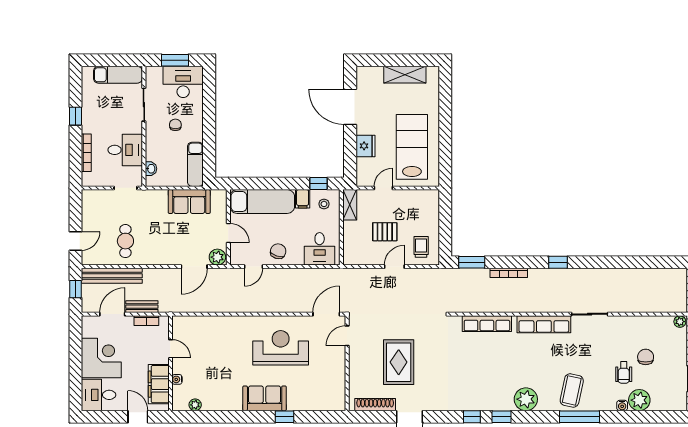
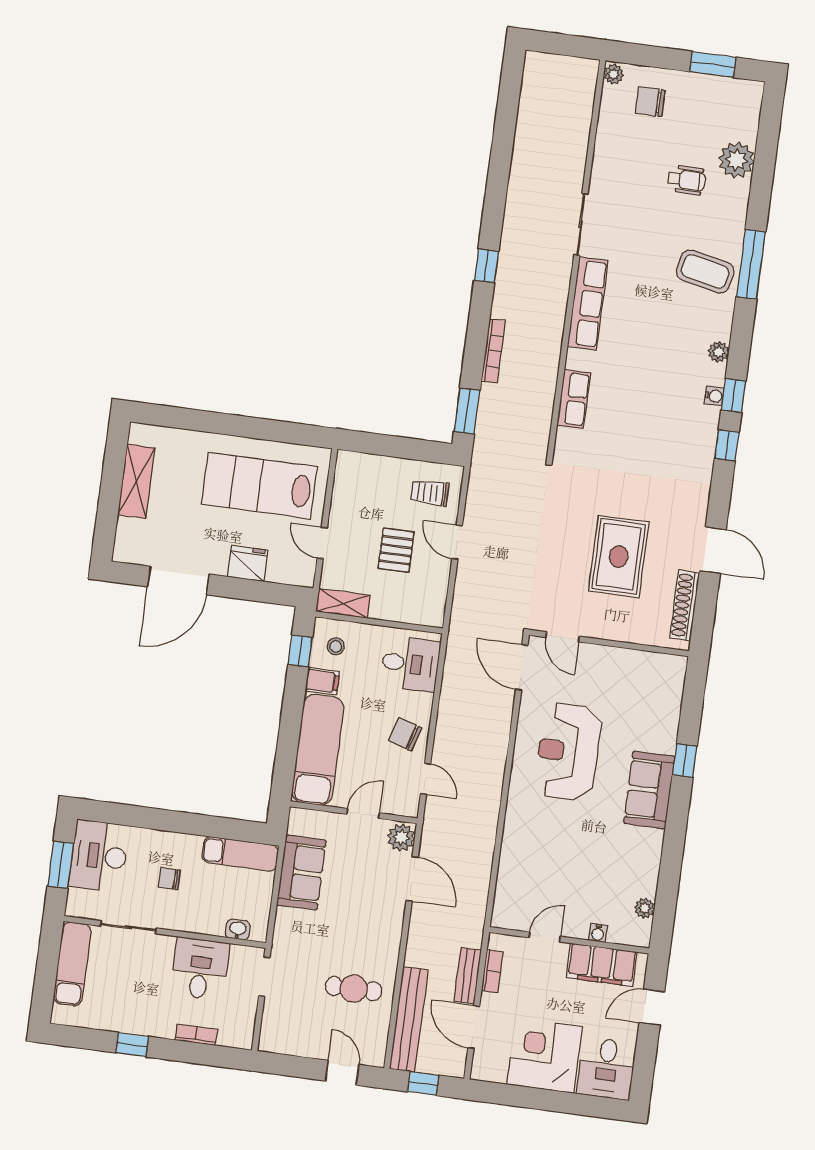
bookcase: (86, 153) -> (196, 1035), width x0.64
row of seats: (487, 324) -> (574, 399), width x0.68
chair: (646, 357) -> (650, 102), moved
rug: (399, 362) -> (619, 556), turned 90
plant: (526, 399) -> (719, 352), width x0.53, depth x0.53
water cooler: (622, 405) -> (714, 396), moved

